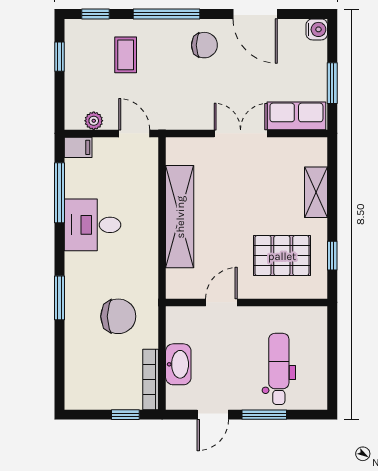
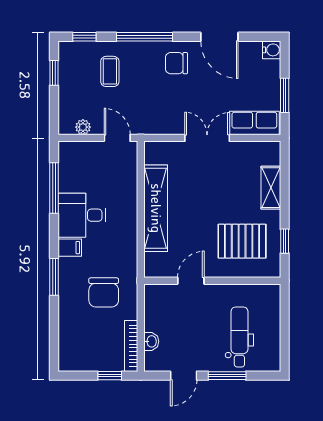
chair: (204, 45) -> (176, 63), turned 180
filing cabinet: (78, 147) -> (70, 248), moved
chair: (118, 316) -> (104, 292), turned 90
washbasin: (178, 364) -> (151, 341), width x0.52, depth x0.69

